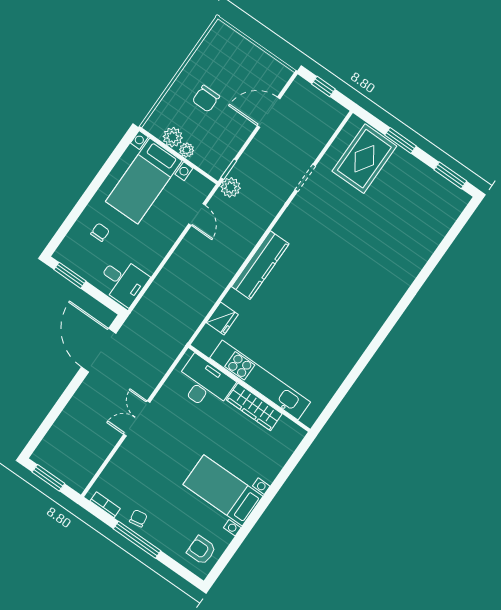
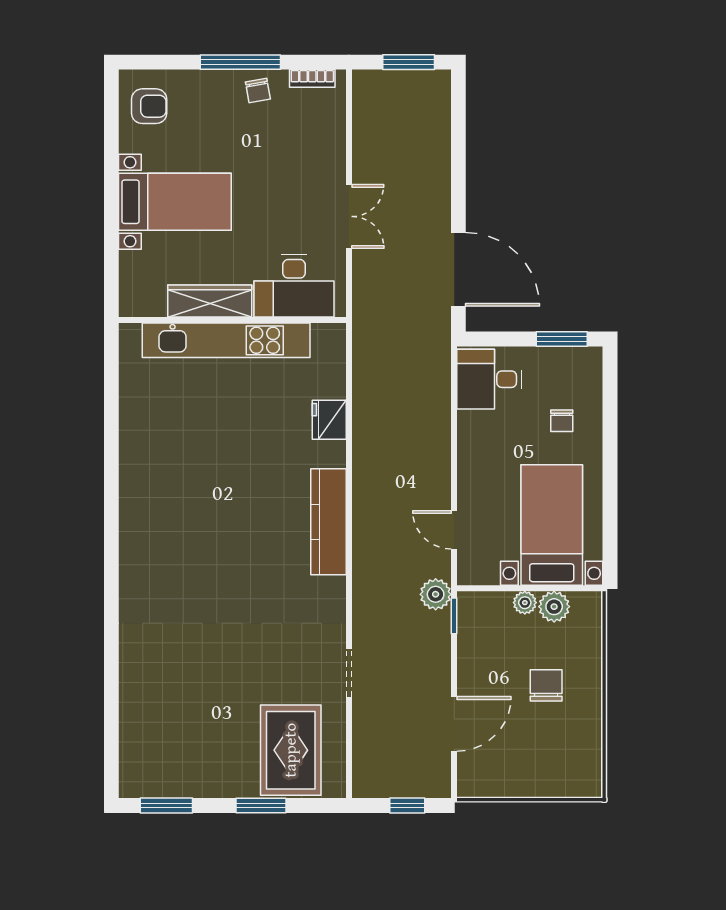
kitchen unit: (260, 380) -> (226, 340), moved
desk: (204, 384) -> (294, 286), moved
wall: (249, 388) -> (232, 320), moved
wardrobe: (254, 407) -> (210, 301), moved

